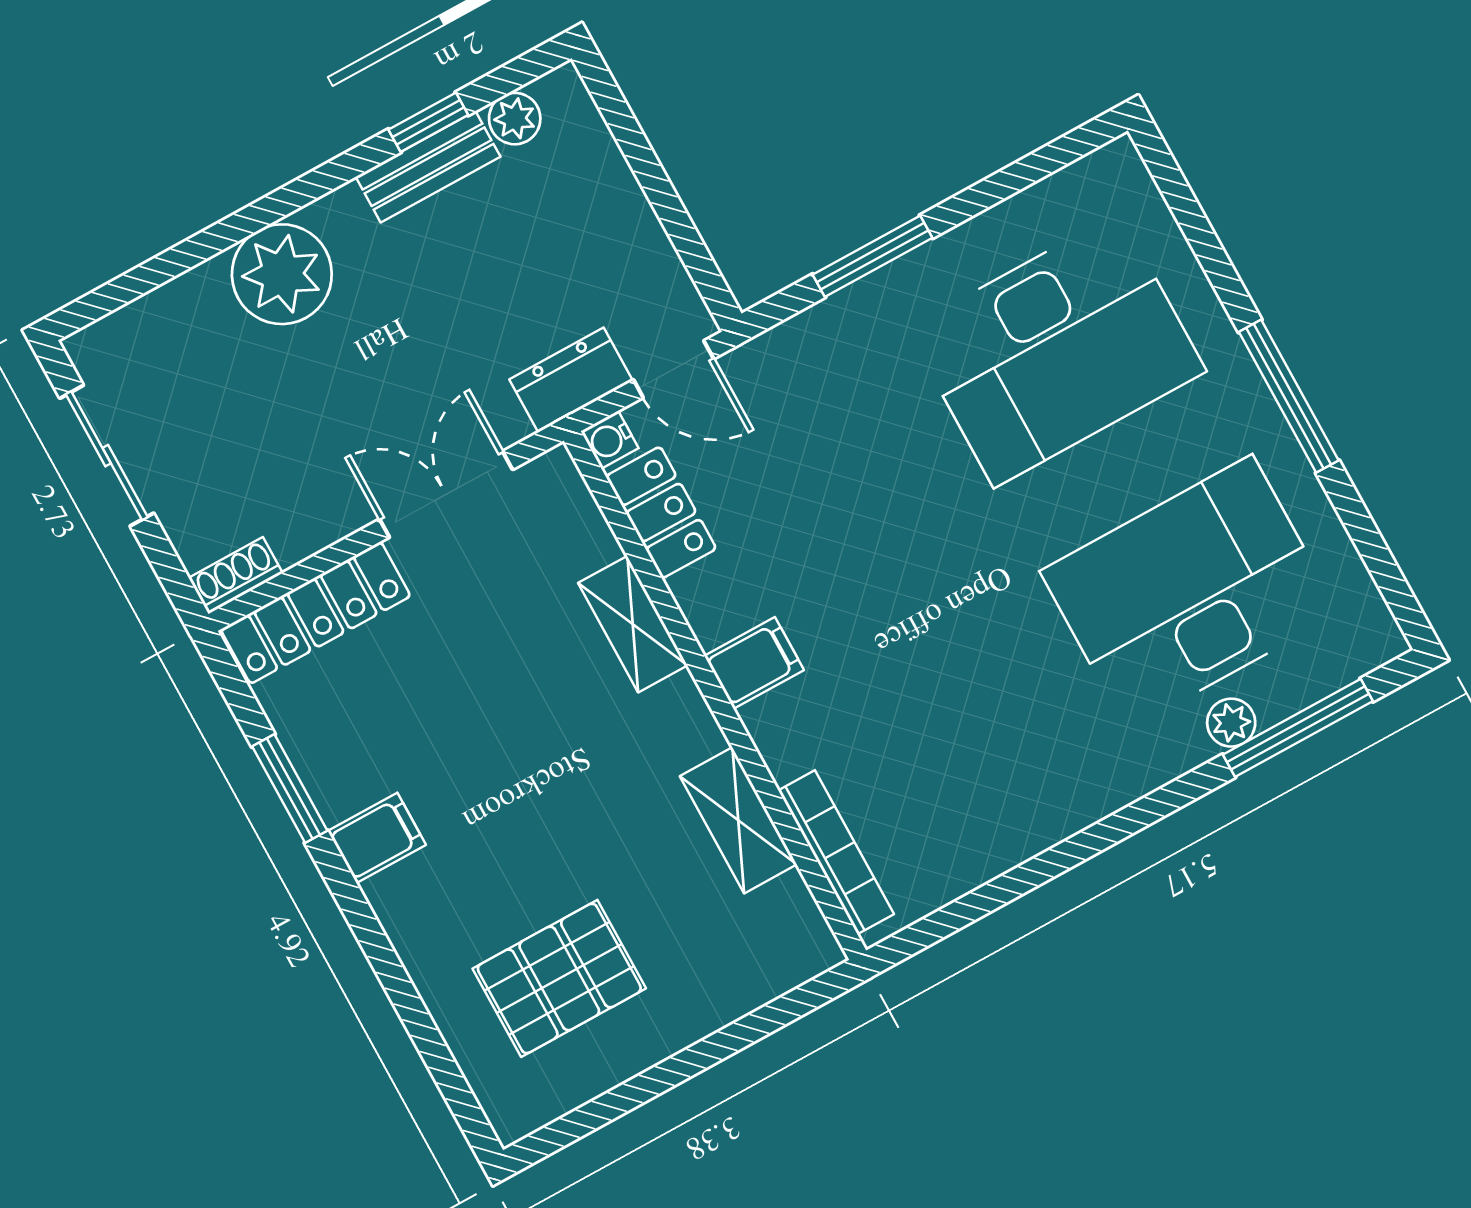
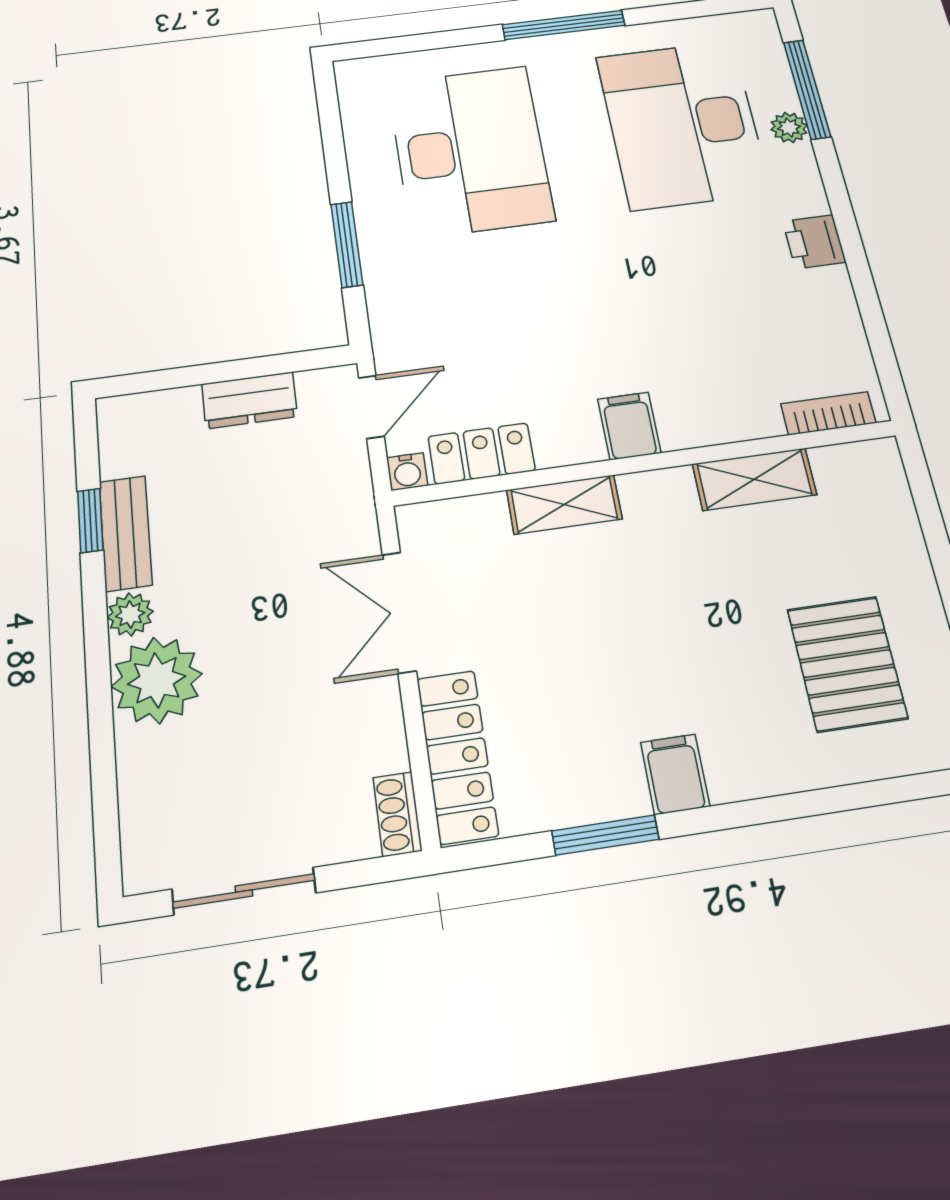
plant: (515, 119) -> (130, 614), moved
dresser: (571, 380) -> (249, 400), moved, turned -90
printer: (1075, 799) -> (814, 242), added
bookcase: (836, 852) -> (828, 413), width x0.64

